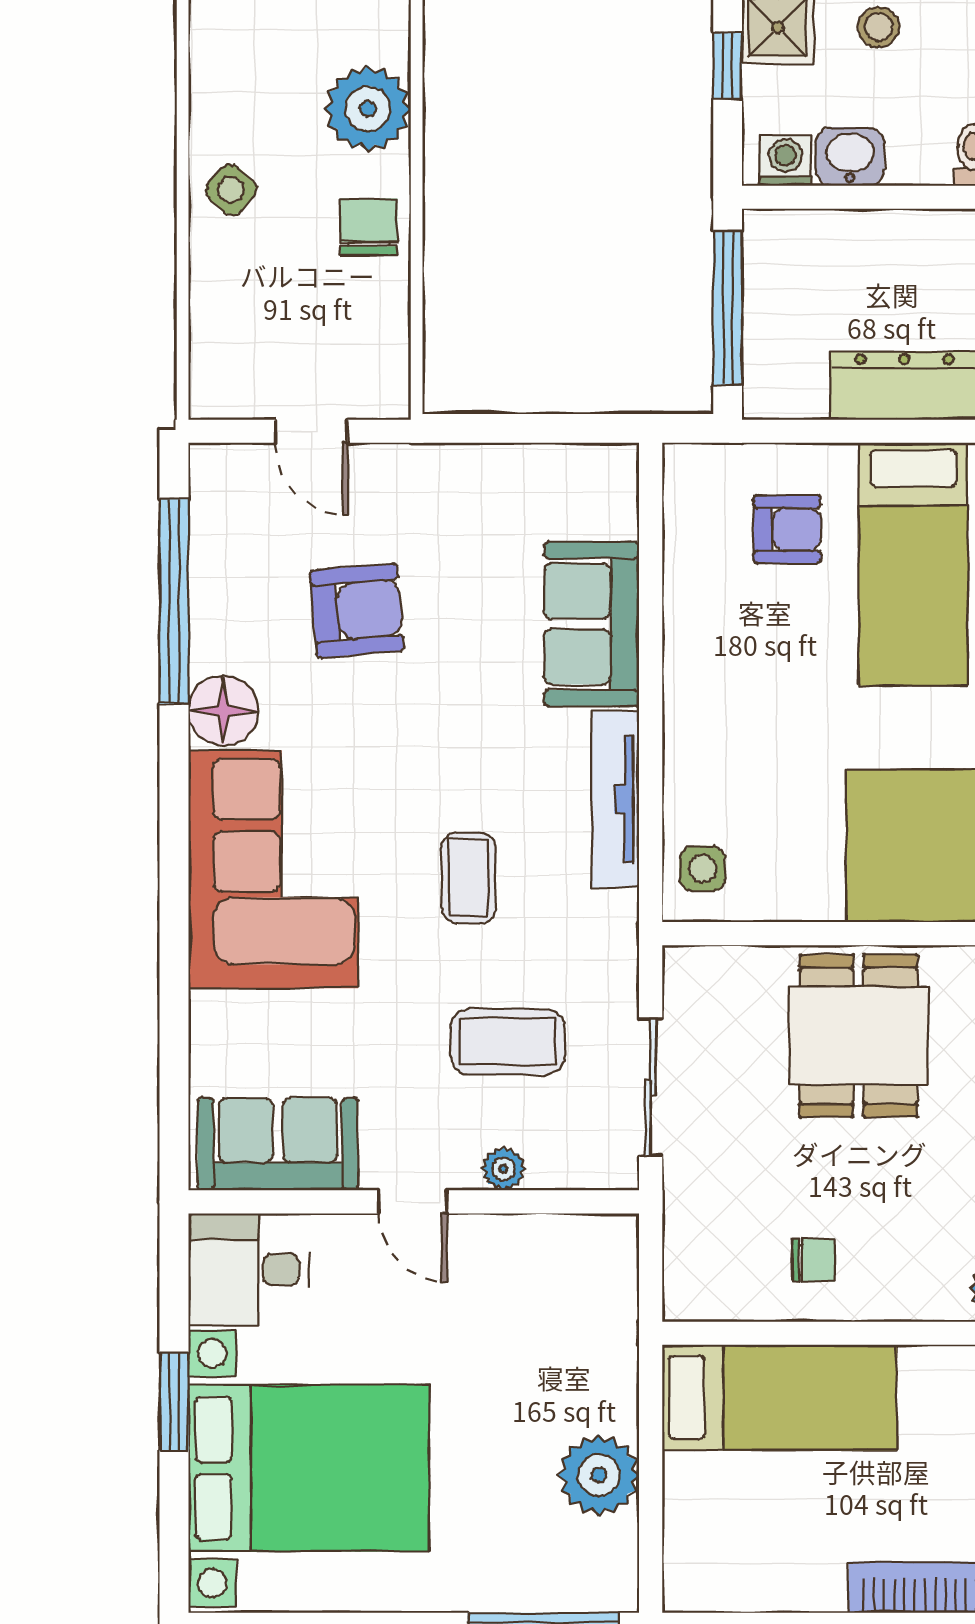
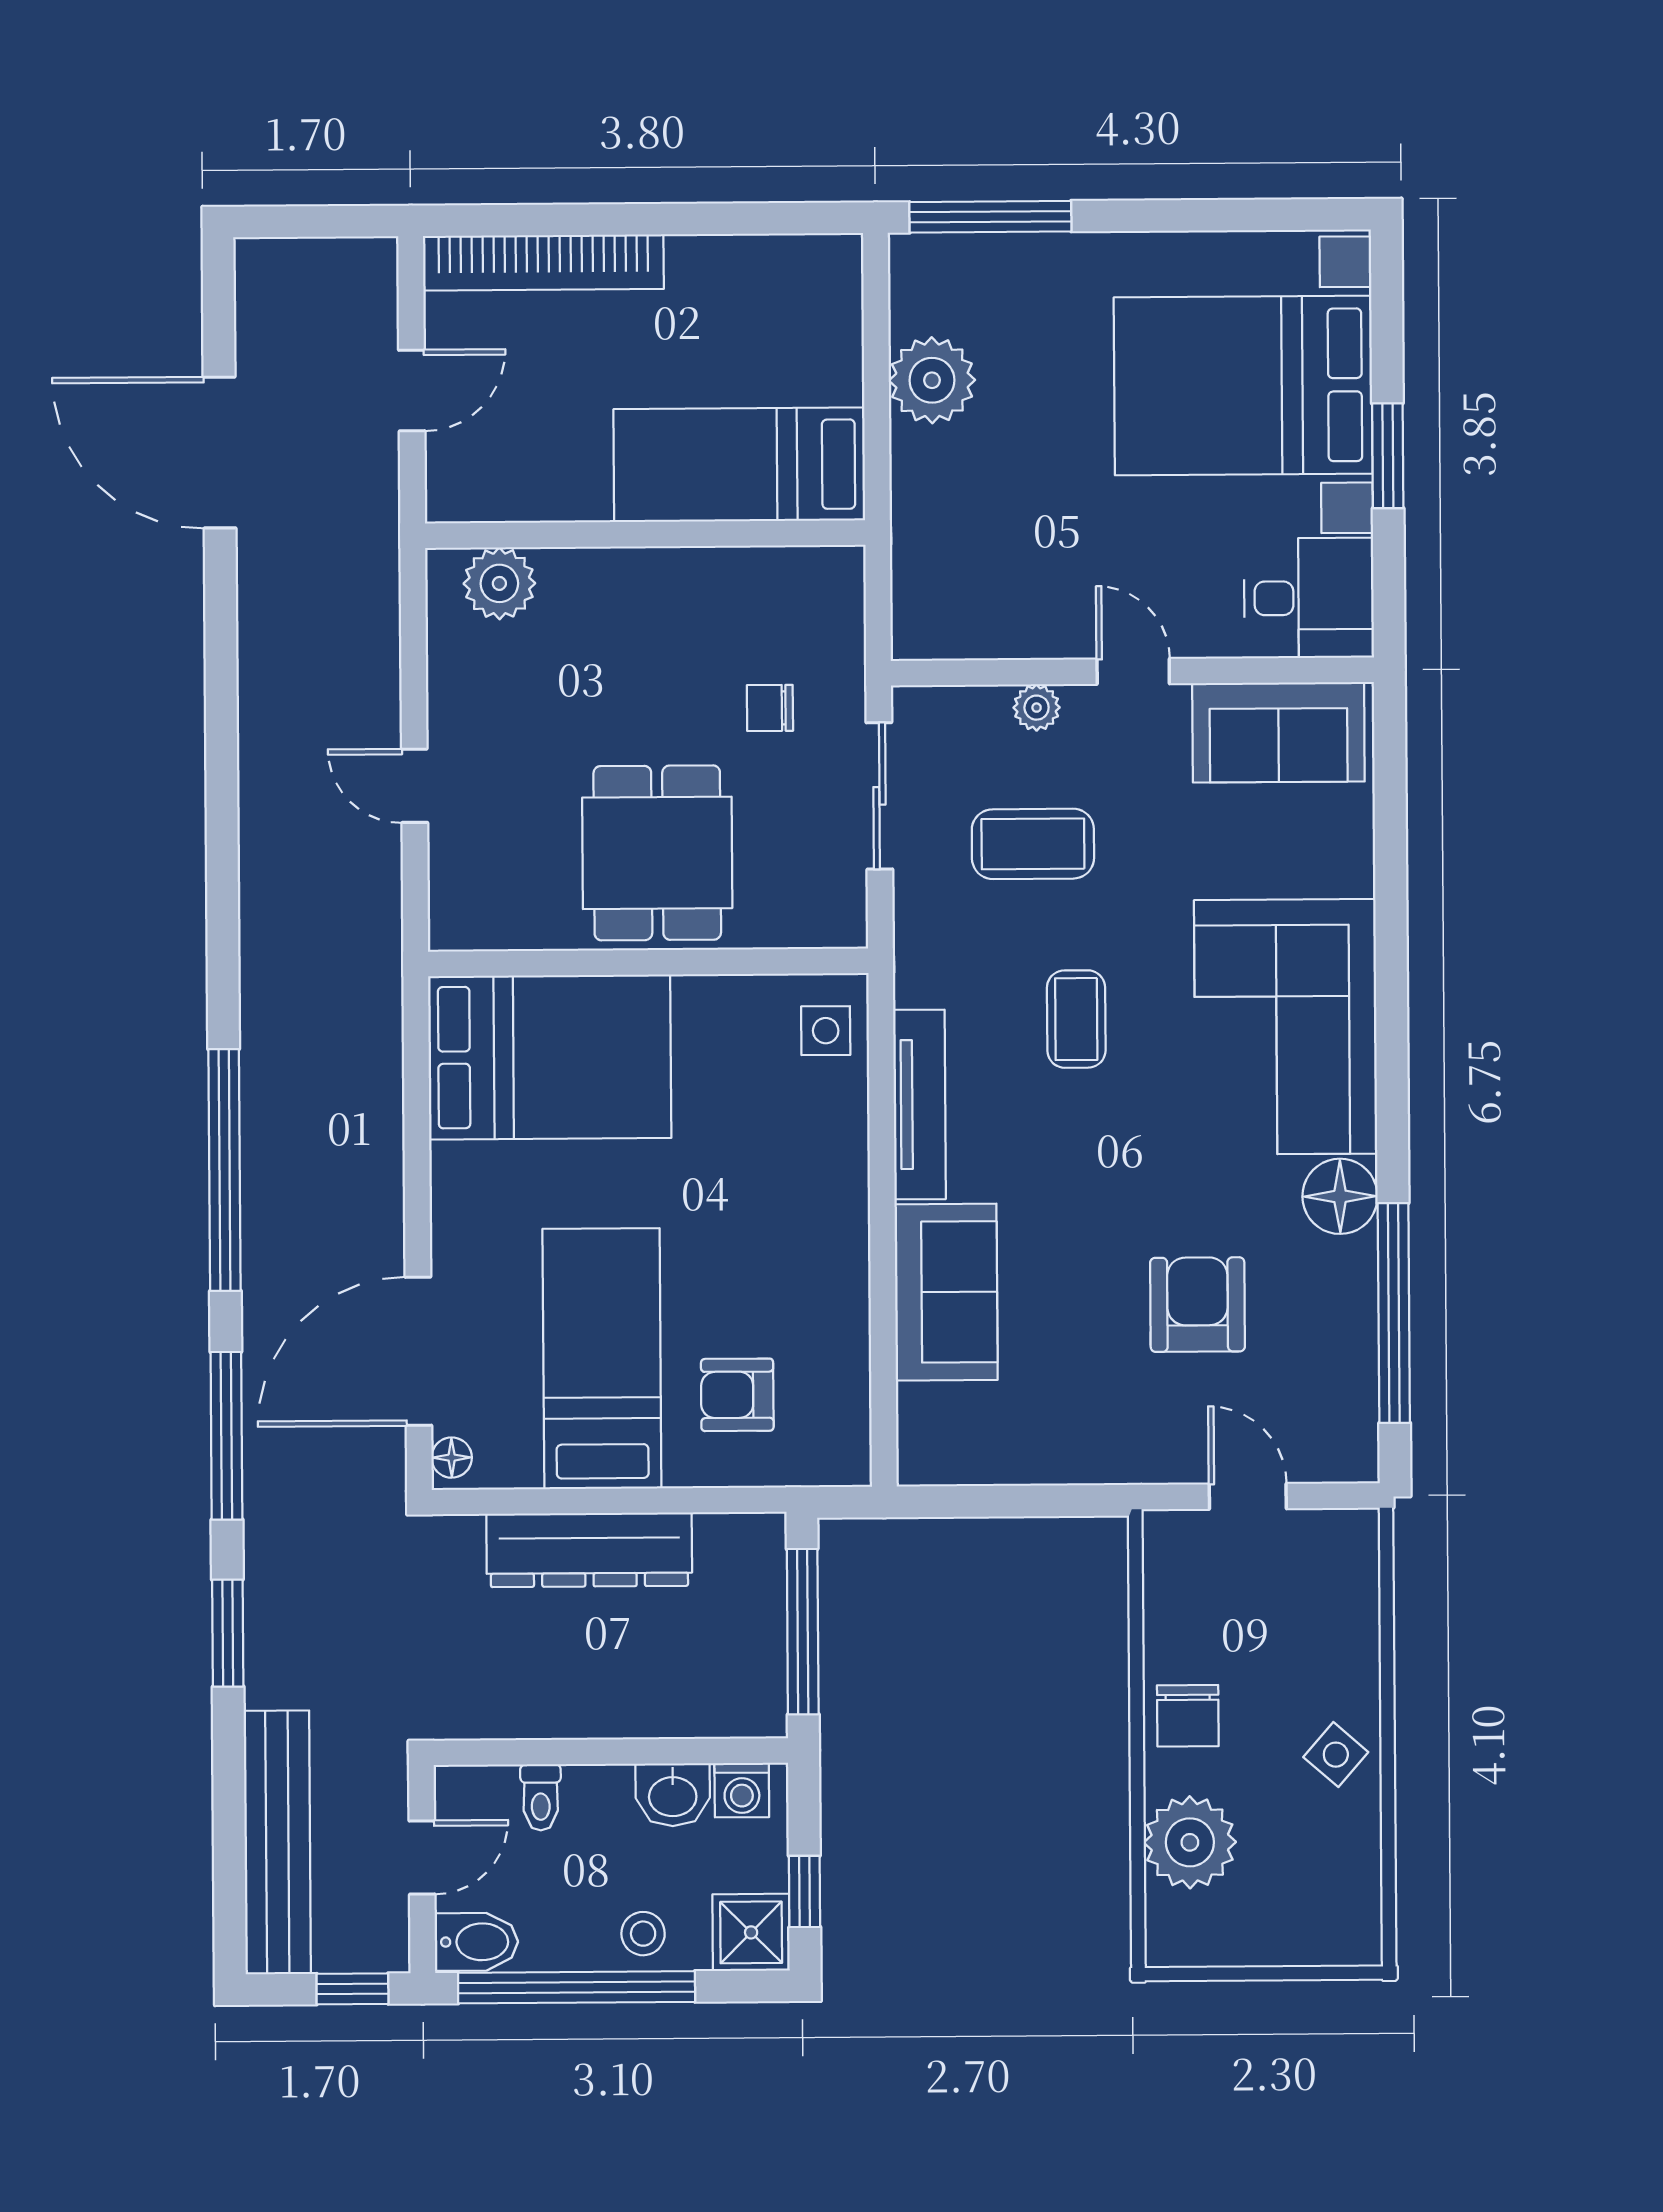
armchair: (357, 611) -> (1198, 1305), turned 95
chair: (814, 1260) -> (770, 708), moved

